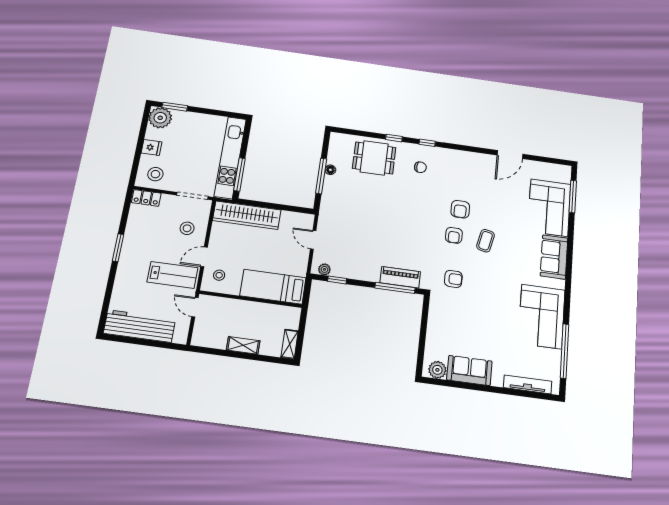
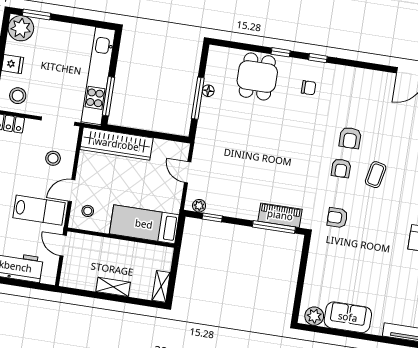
dining table: (374, 158) -> (257, 77), turned 90
armchair: (453, 279) -> (337, 218), turned 180

